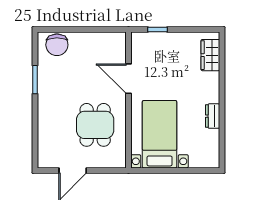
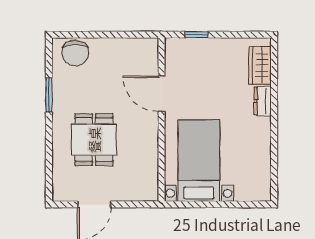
dresser: (213, 116) -> (263, 101), moved
dining table: (95, 125) -> (94, 140), moved

